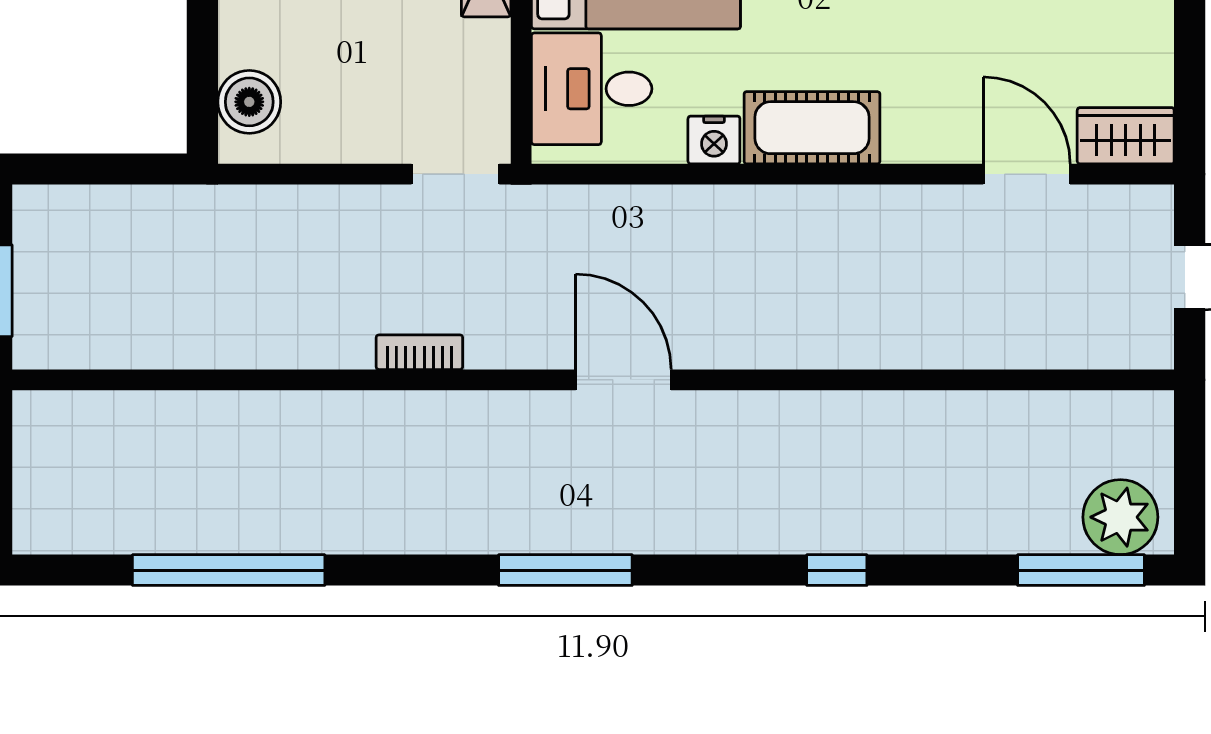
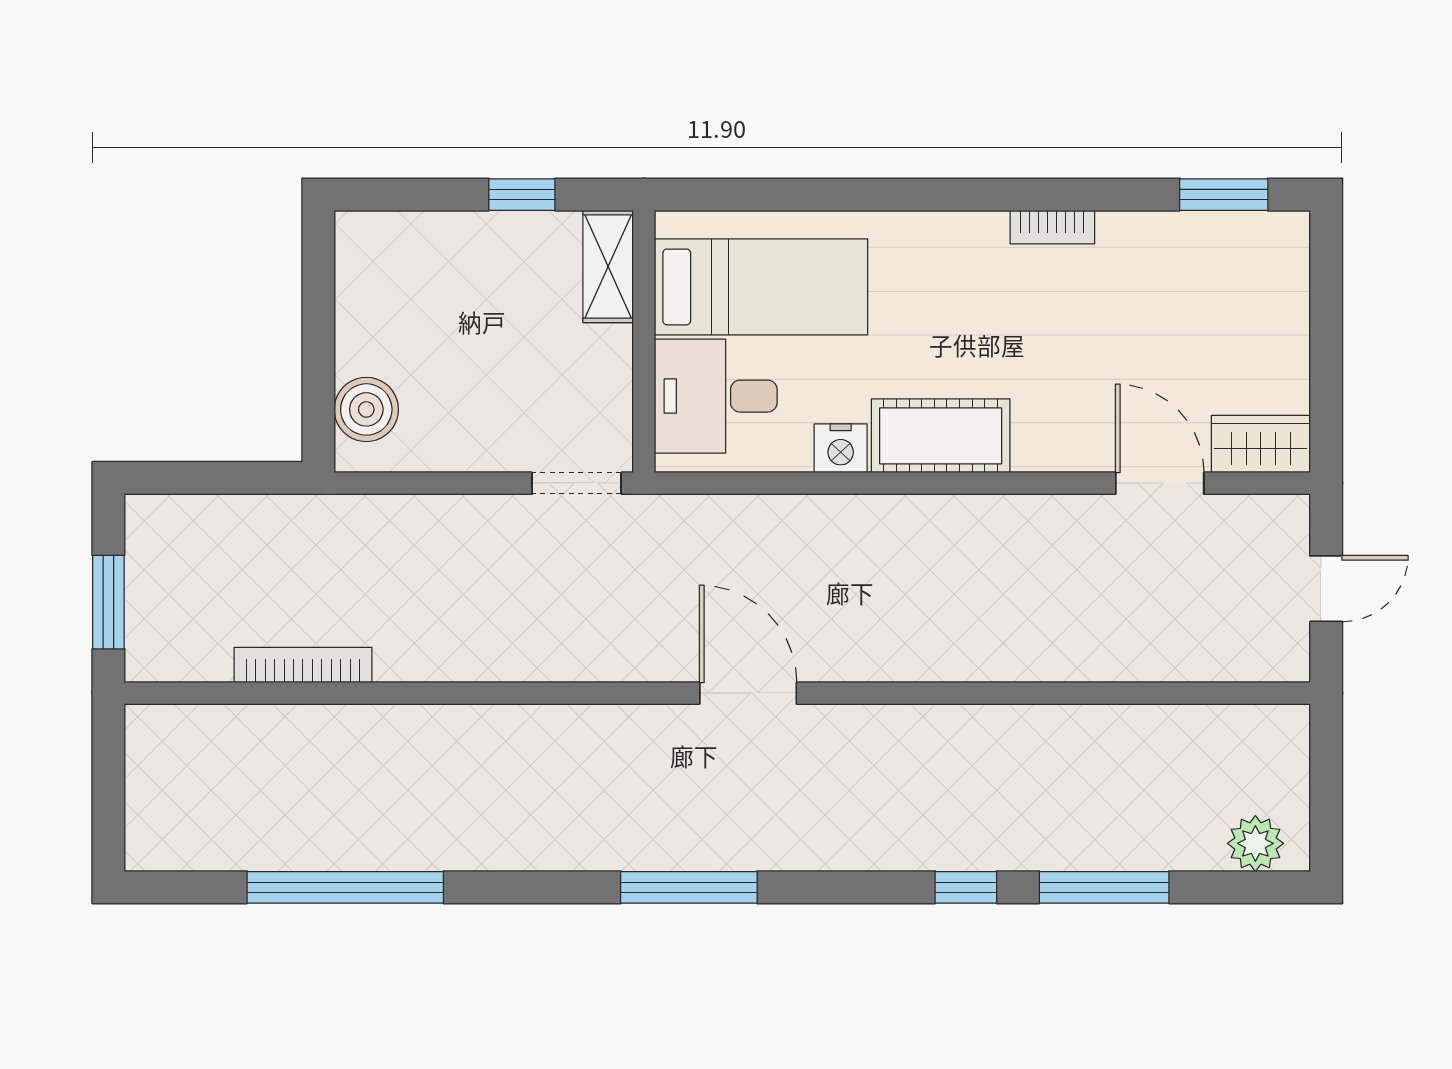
bookcase: (419, 352) -> (303, 665), moved, width x1.56
plant: (1120, 517) -> (1255, 843), width x0.73, depth x0.73
window: (1081, 570) -> (1104, 887), moved

